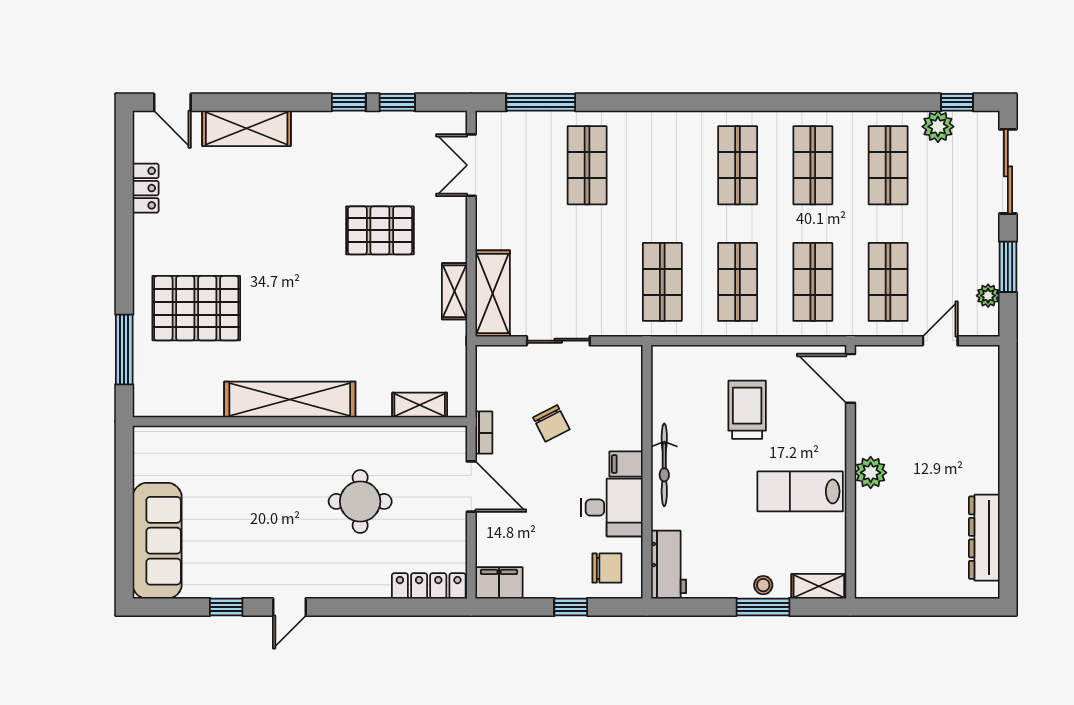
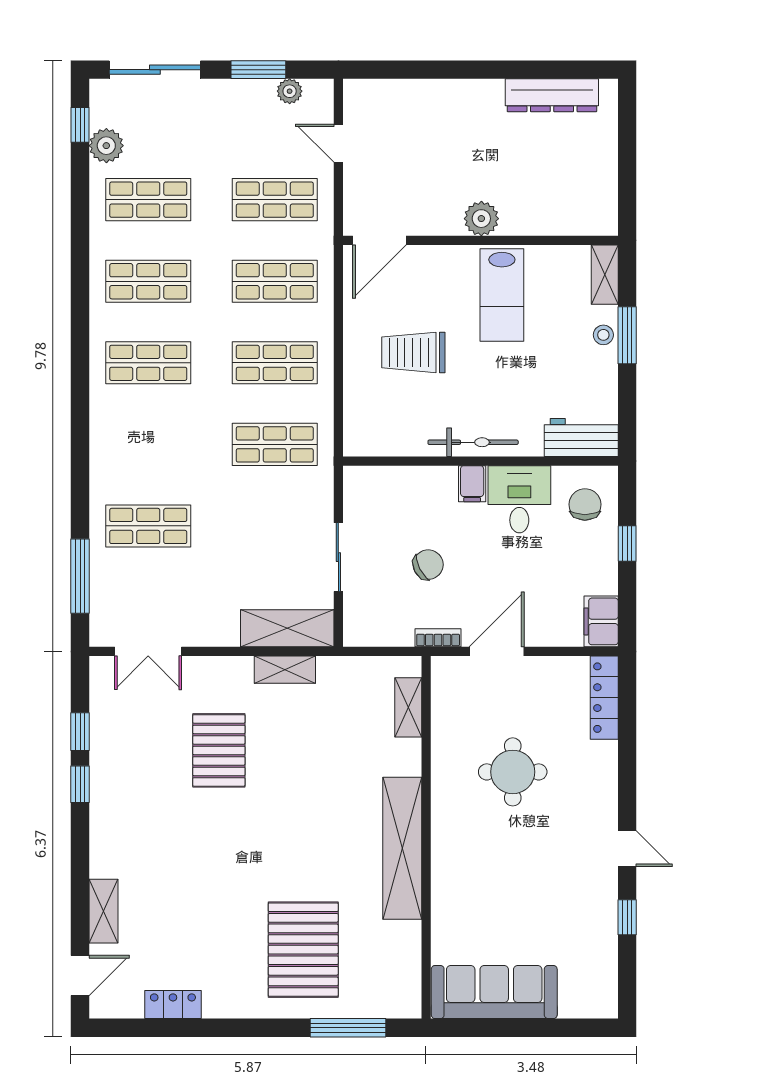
shelving: (247, 128) -> (103, 911), width x0.67, depth x0.75
sofa: (157, 541) -> (494, 992), moved

